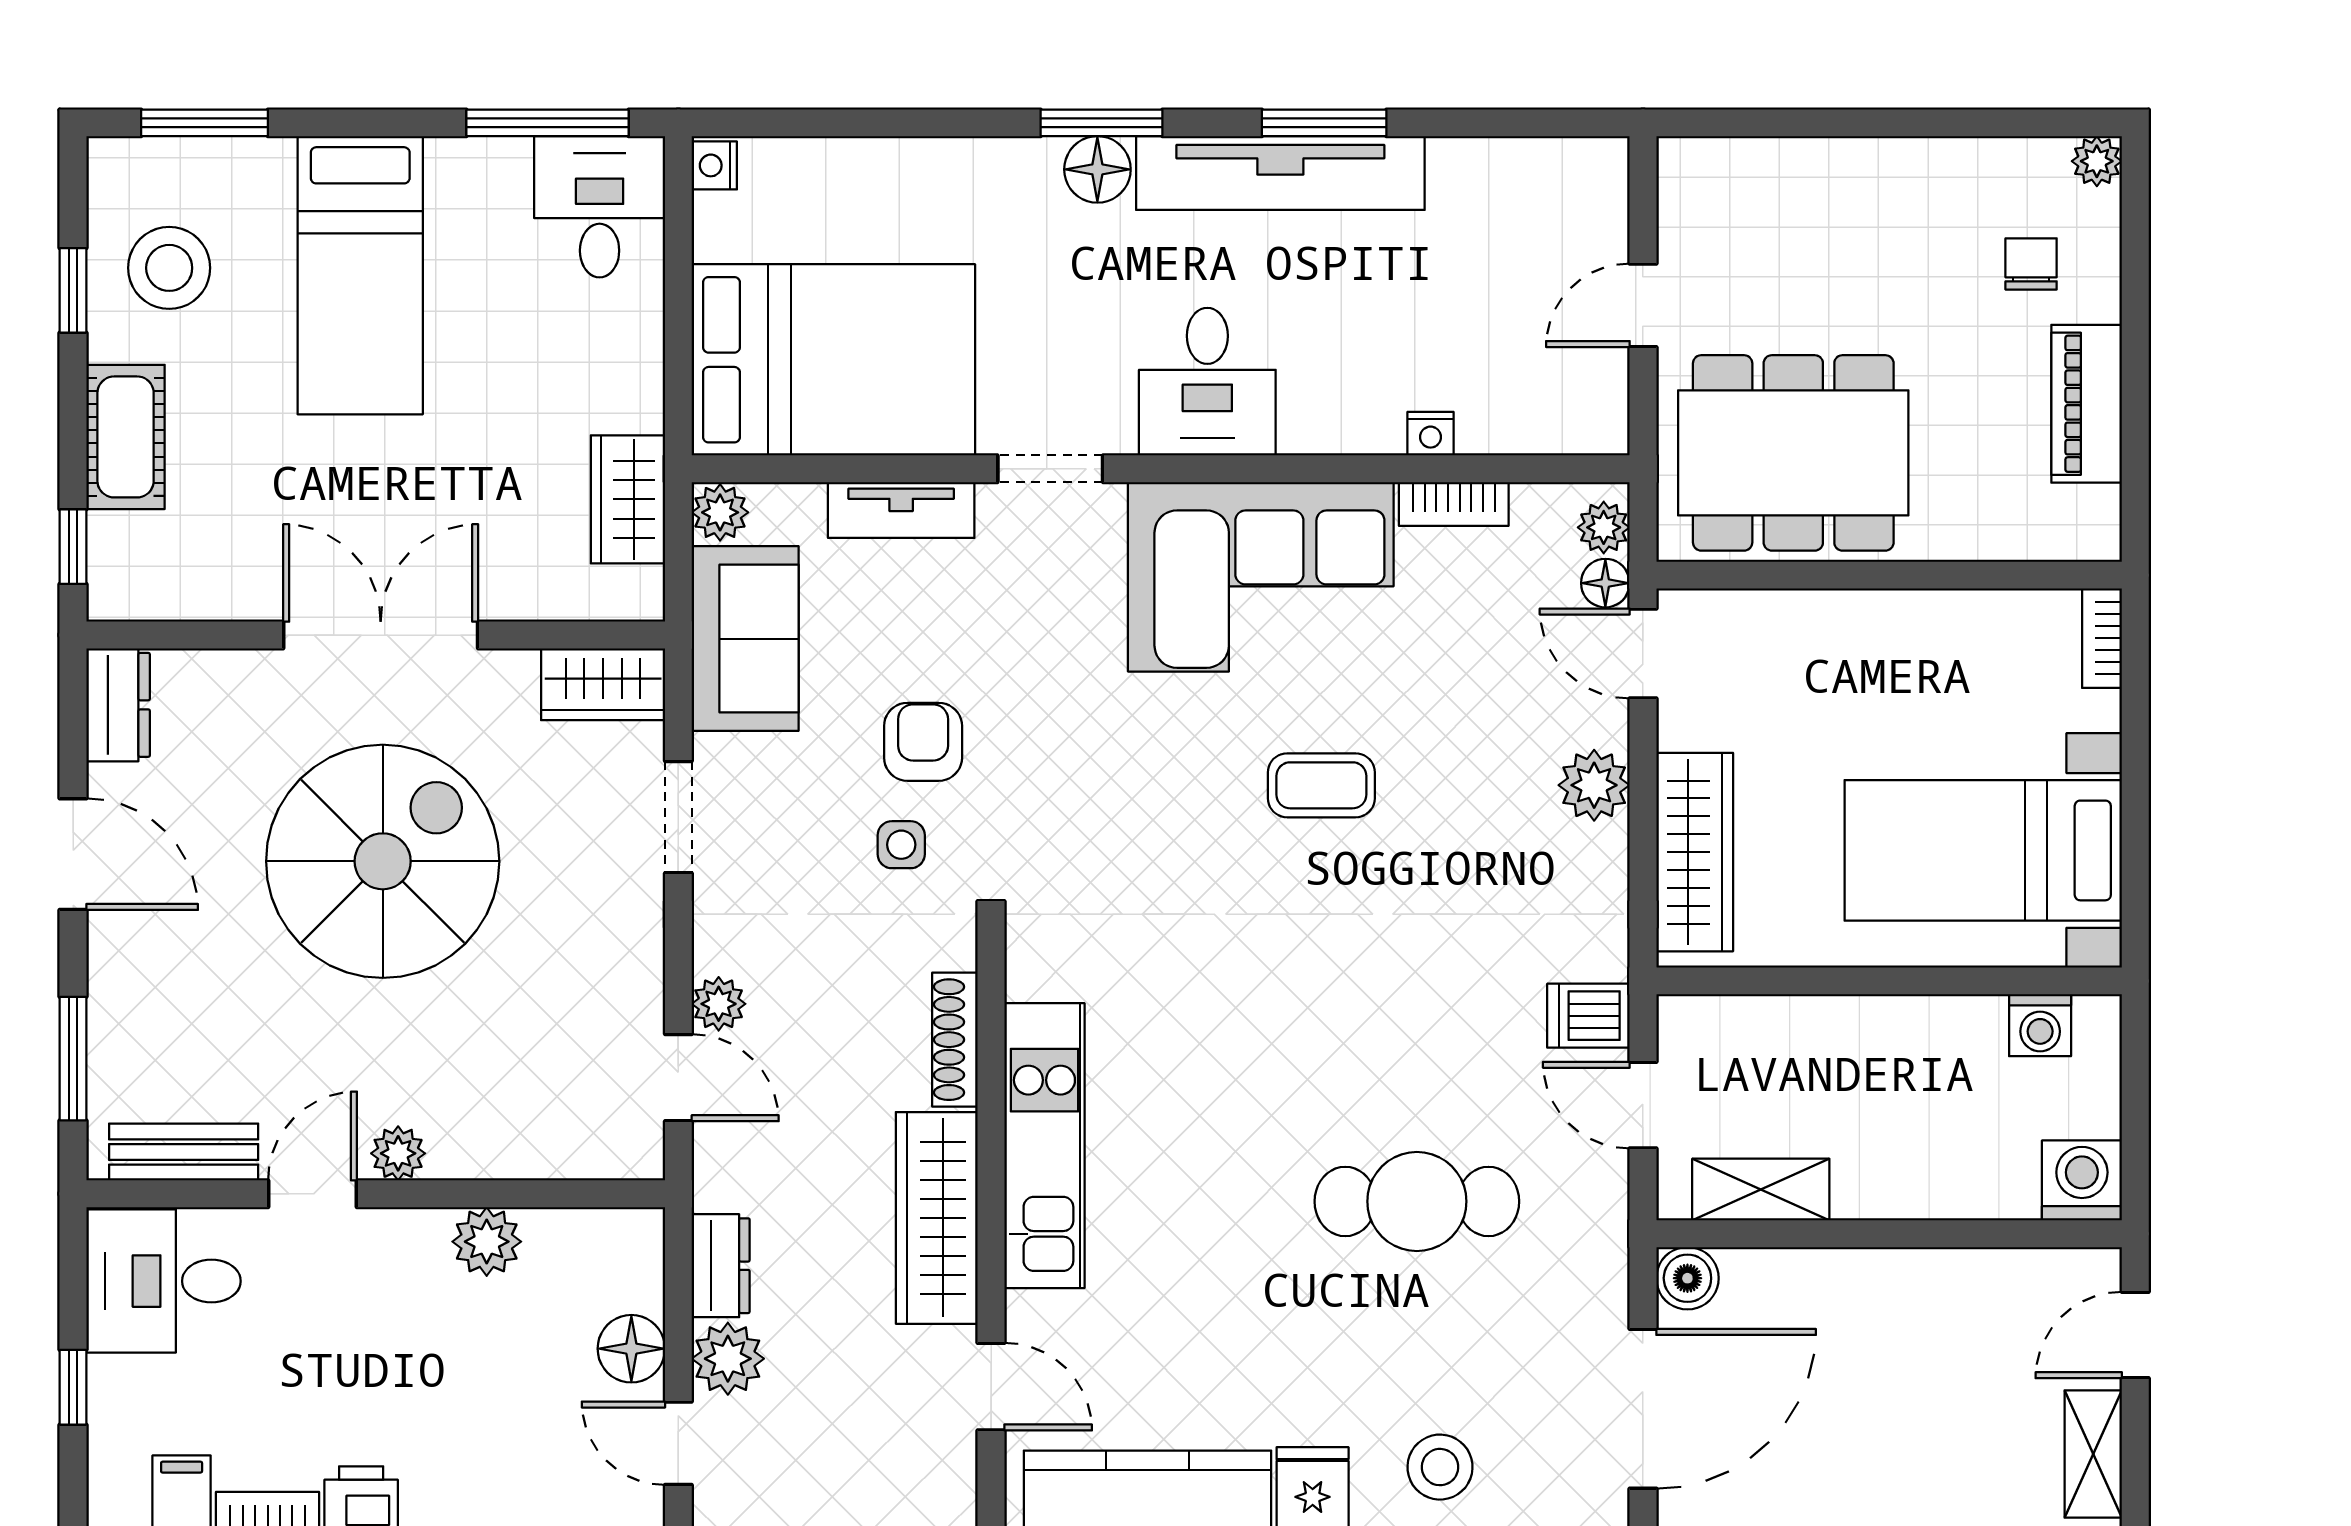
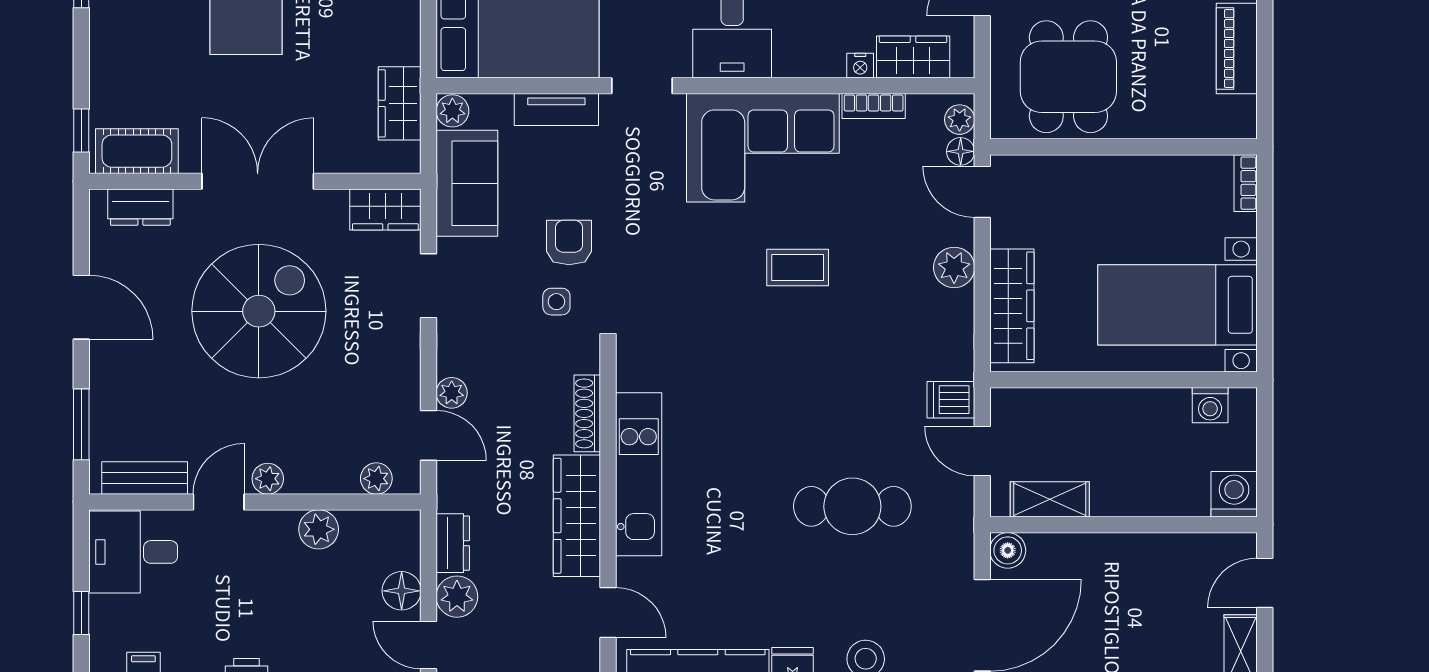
wardrobe: (1523, 419) -> (913, 57), added
cot: (126, 437) -> (137, 151), moved, turned 90
dining table: (1793, 453) -> (1068, 77), width x0.73
dresser: (118, 705) -> (140, 207), moved, turned 90
plant: (587, 1153) -> (376, 479), added

